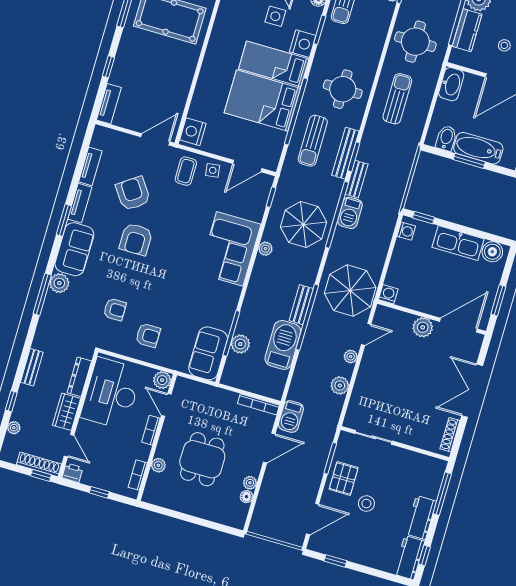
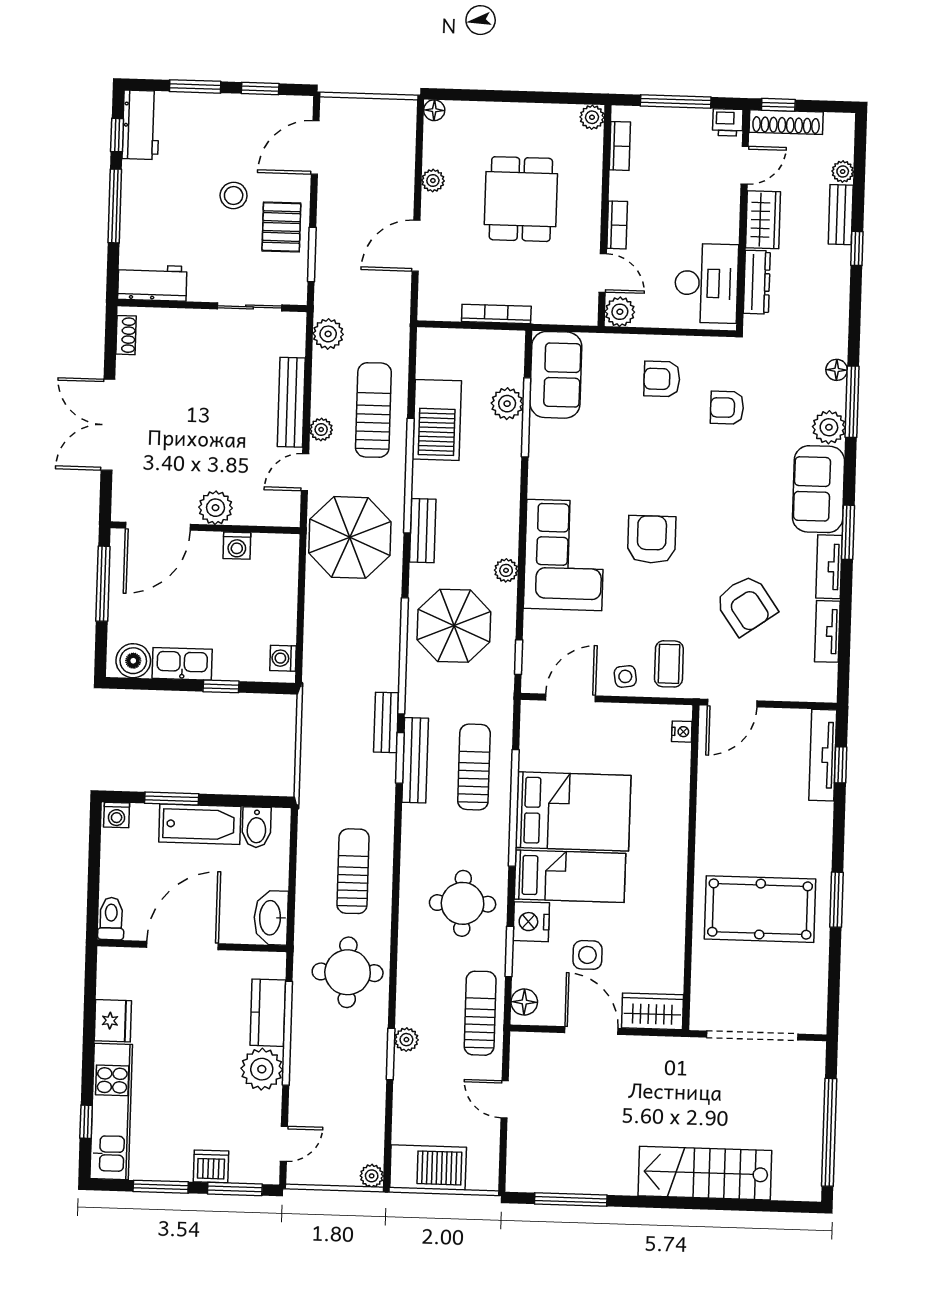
stool: (504, 45) -> (200, 1003), removed
window: (108, 67) -> (841, 765), moved
round table: (343, 89) -> (463, 903), moved
sun lounger: (397, 99) -> (353, 871), turned 180
tv unit: (109, 104) -> (823, 755), width x1.41
nightstand: (193, 132) -> (682, 732), width x0.53, depth x0.56
window: (469, 161) -> (172, 799), moved
barbecue: (350, 213) -> (383, 664), removed
window: (424, 218) -> (221, 686), moved
armchair: (136, 239) -> (652, 539), moved
kitchen sink: (458, 243) -> (182, 664), width x0.73, depth x0.81
washing machine: (388, 294) -> (237, 546), moved
window: (498, 300) -> (103, 584), width x1.44
bench: (301, 305) -> (423, 531), moved
floor lamp: (46, 315) -> (837, 370), added
sun lounger: (318, 360) -> (373, 410), added
bench: (32, 367) -> (841, 215), moved
bench: (364, 377) -> (291, 402), added
plant: (340, 385) -> (328, 334), moved
double door: (472, 391) -> (108, 425), swing flipped
desk: (111, 393) -> (706, 283), width x0.73, depth x0.77
window: (11, 401) -> (857, 248), moved
bookcase: (259, 404) -> (496, 314), moved
barbecue: (291, 417) -> (394, 306), removed
shoe rack: (450, 435) -> (126, 335), width x0.70
door: (69, 446) -> (745, 165), swing flipped
plant: (158, 465) -> (592, 117), moved
window: (99, 492) -> (676, 102), width x2.17
window: (442, 494) -> (115, 206), moved
floor lamp: (247, 497) -> (434, 110), moved
workbench: (421, 517) -> (152, 283), moved, turned -90
window: (372, 572) -> (195, 86), added

